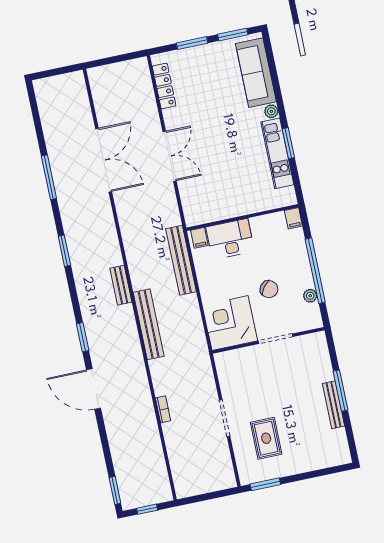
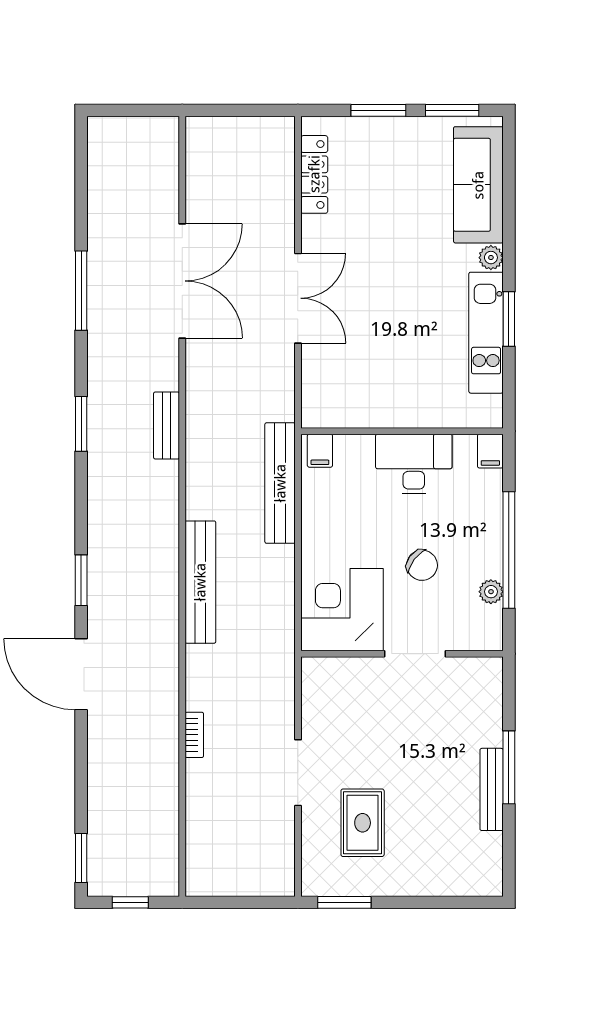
desk: (230, 239) -> (414, 464), moved
bench: (121, 285) -> (167, 425), moved

